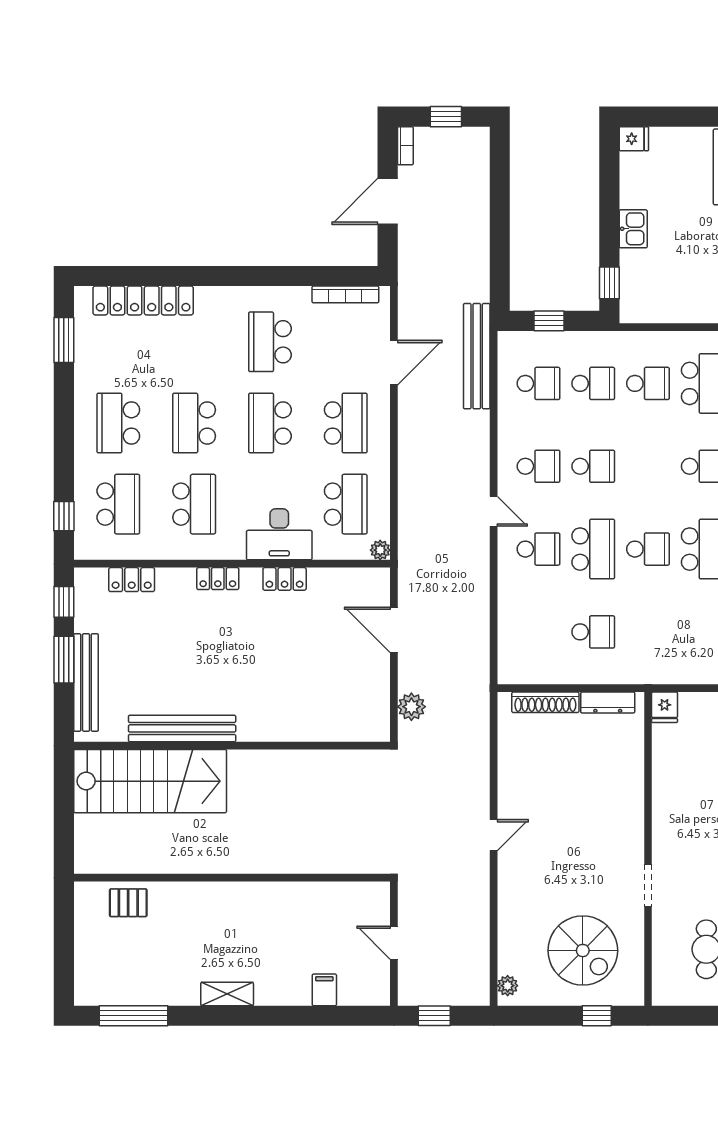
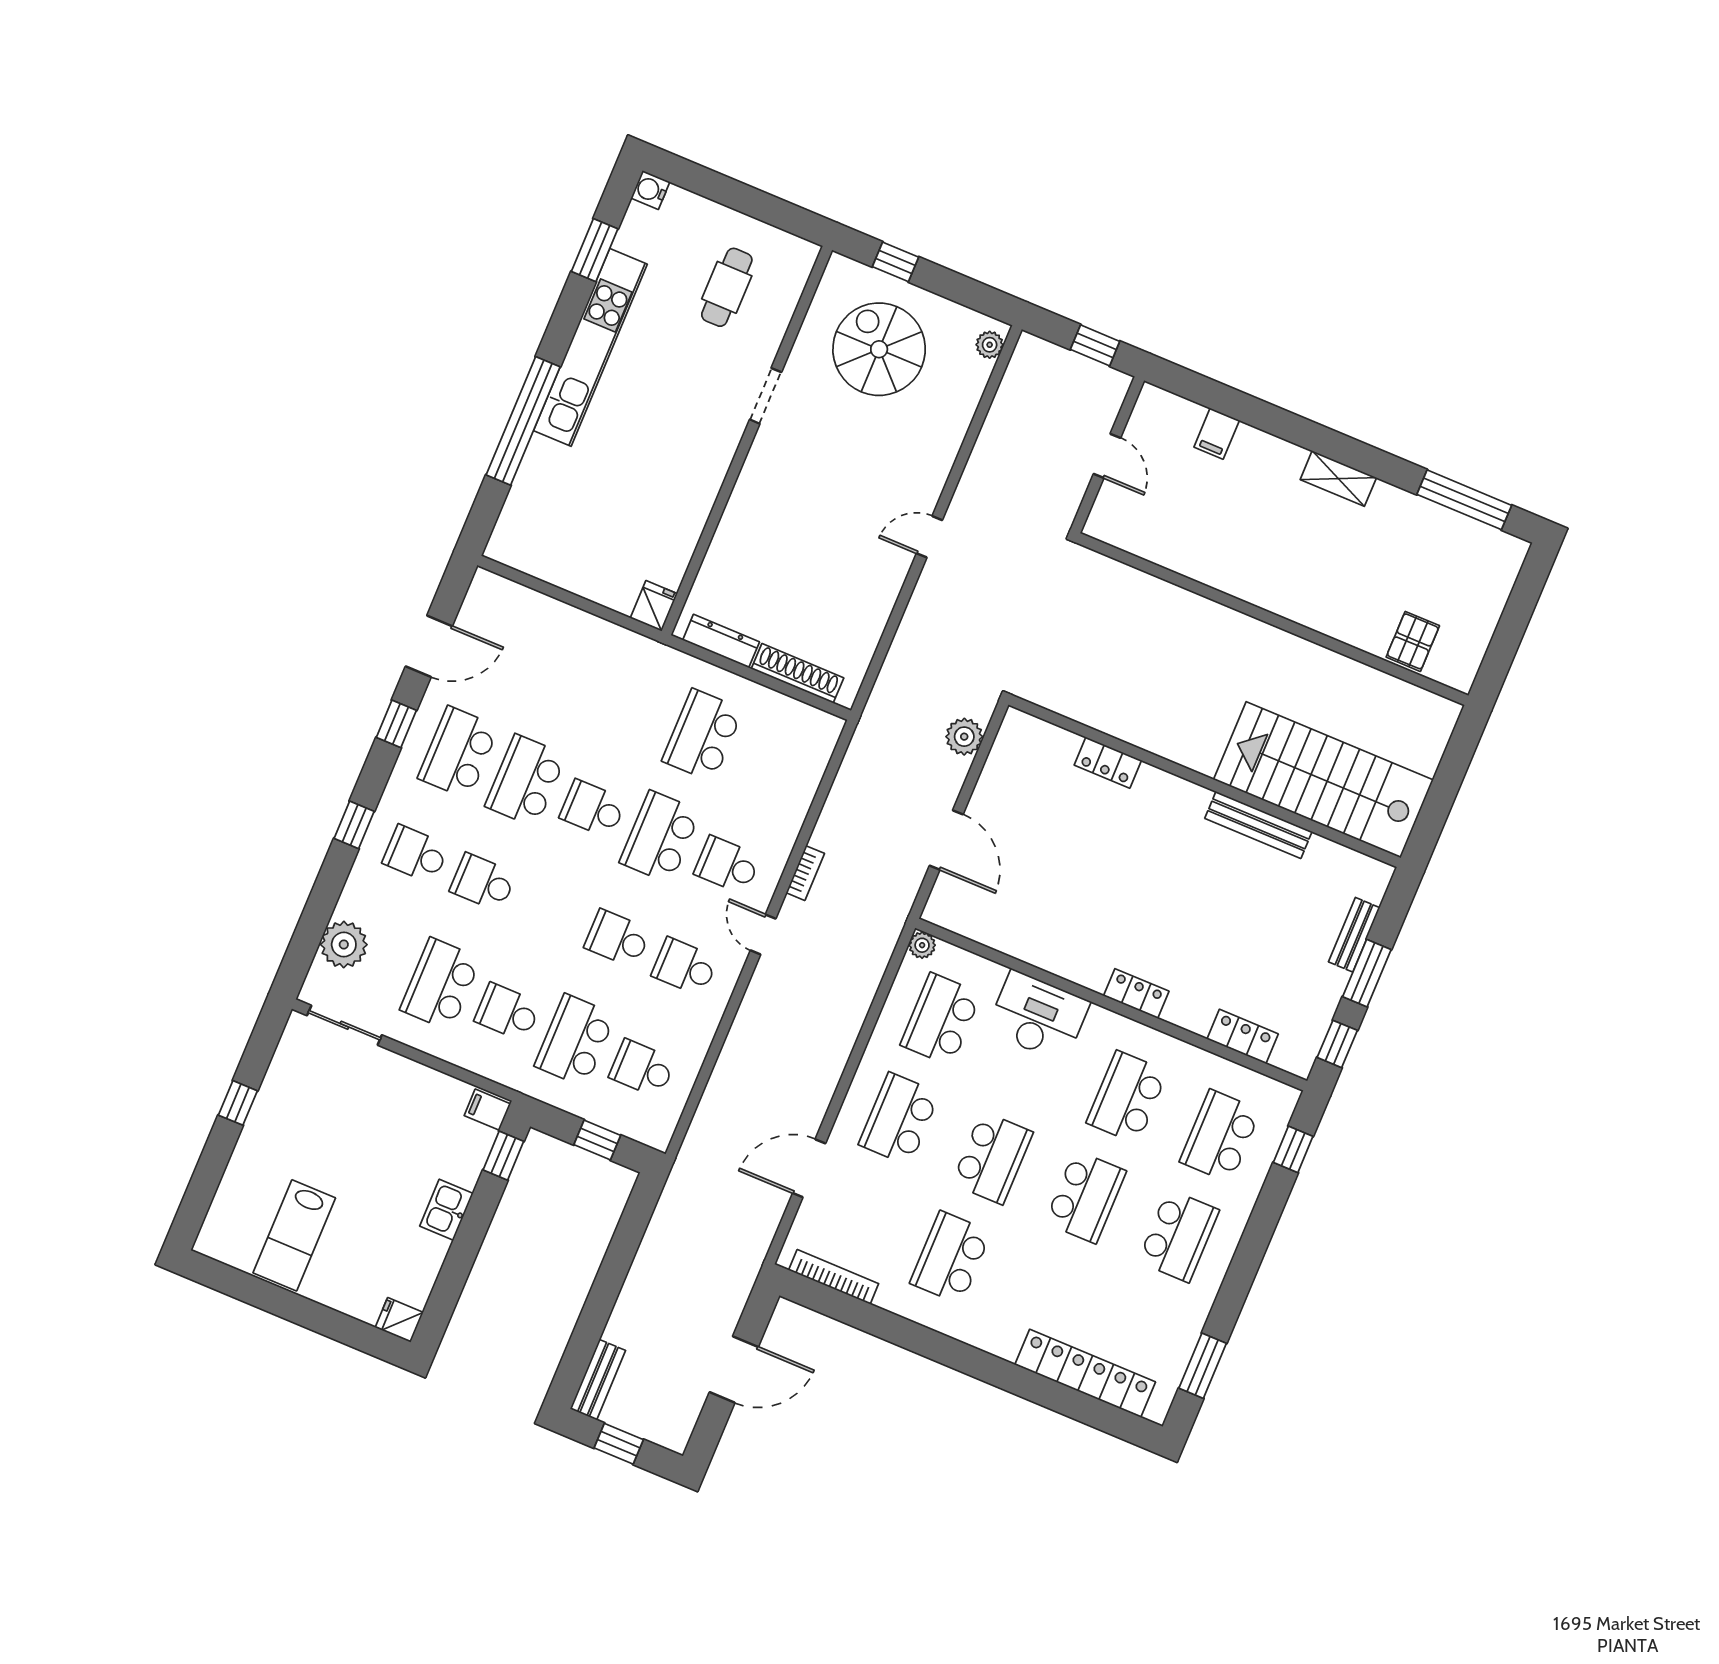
bookcase: (405, 146) -> (805, 873), moved, turned 180
filing cabinet: (634, 310) -> (487, 1110), added
school desk: (270, 342) -> (951, 1258), turned 180
bench: (477, 356) -> (598, 1380), moved, width x0.54, depth x0.82
school desk: (593, 383) -> (575, 1040), width x1.85
locker: (285, 579) -> (1108, 763), moved, turned 180
school desk: (593, 632) -> (703, 735), width x1.85
bench: (86, 682) -> (1354, 935), width x0.54, depth x0.82
bench: (182, 728) -> (1258, 825), width x0.73, depth x0.82
pallet: (128, 903) -> (1413, 641), turned 90

